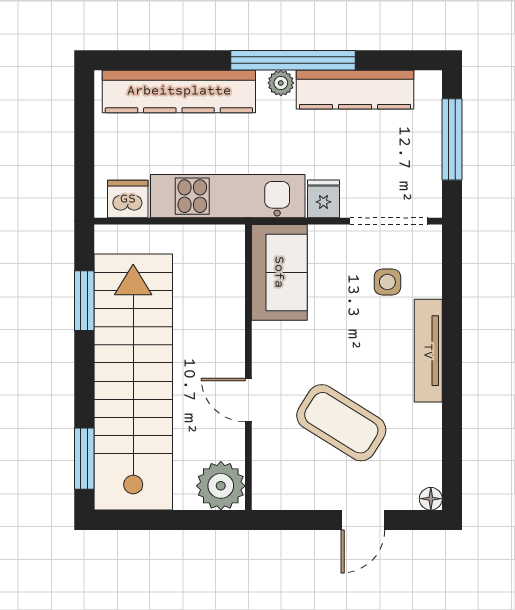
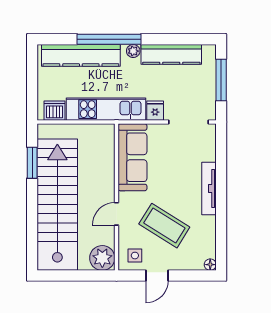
window: (293, 60) -> (109, 39), moved
sofa: (279, 272) -> (132, 157), width x1.36
side table: (387, 282) -> (135, 256), moved
door: (248, 400) -> (117, 214), hinge flipped
window: (84, 459) -> (32, 244), removed
door: (363, 520) -> (157, 276), moved

